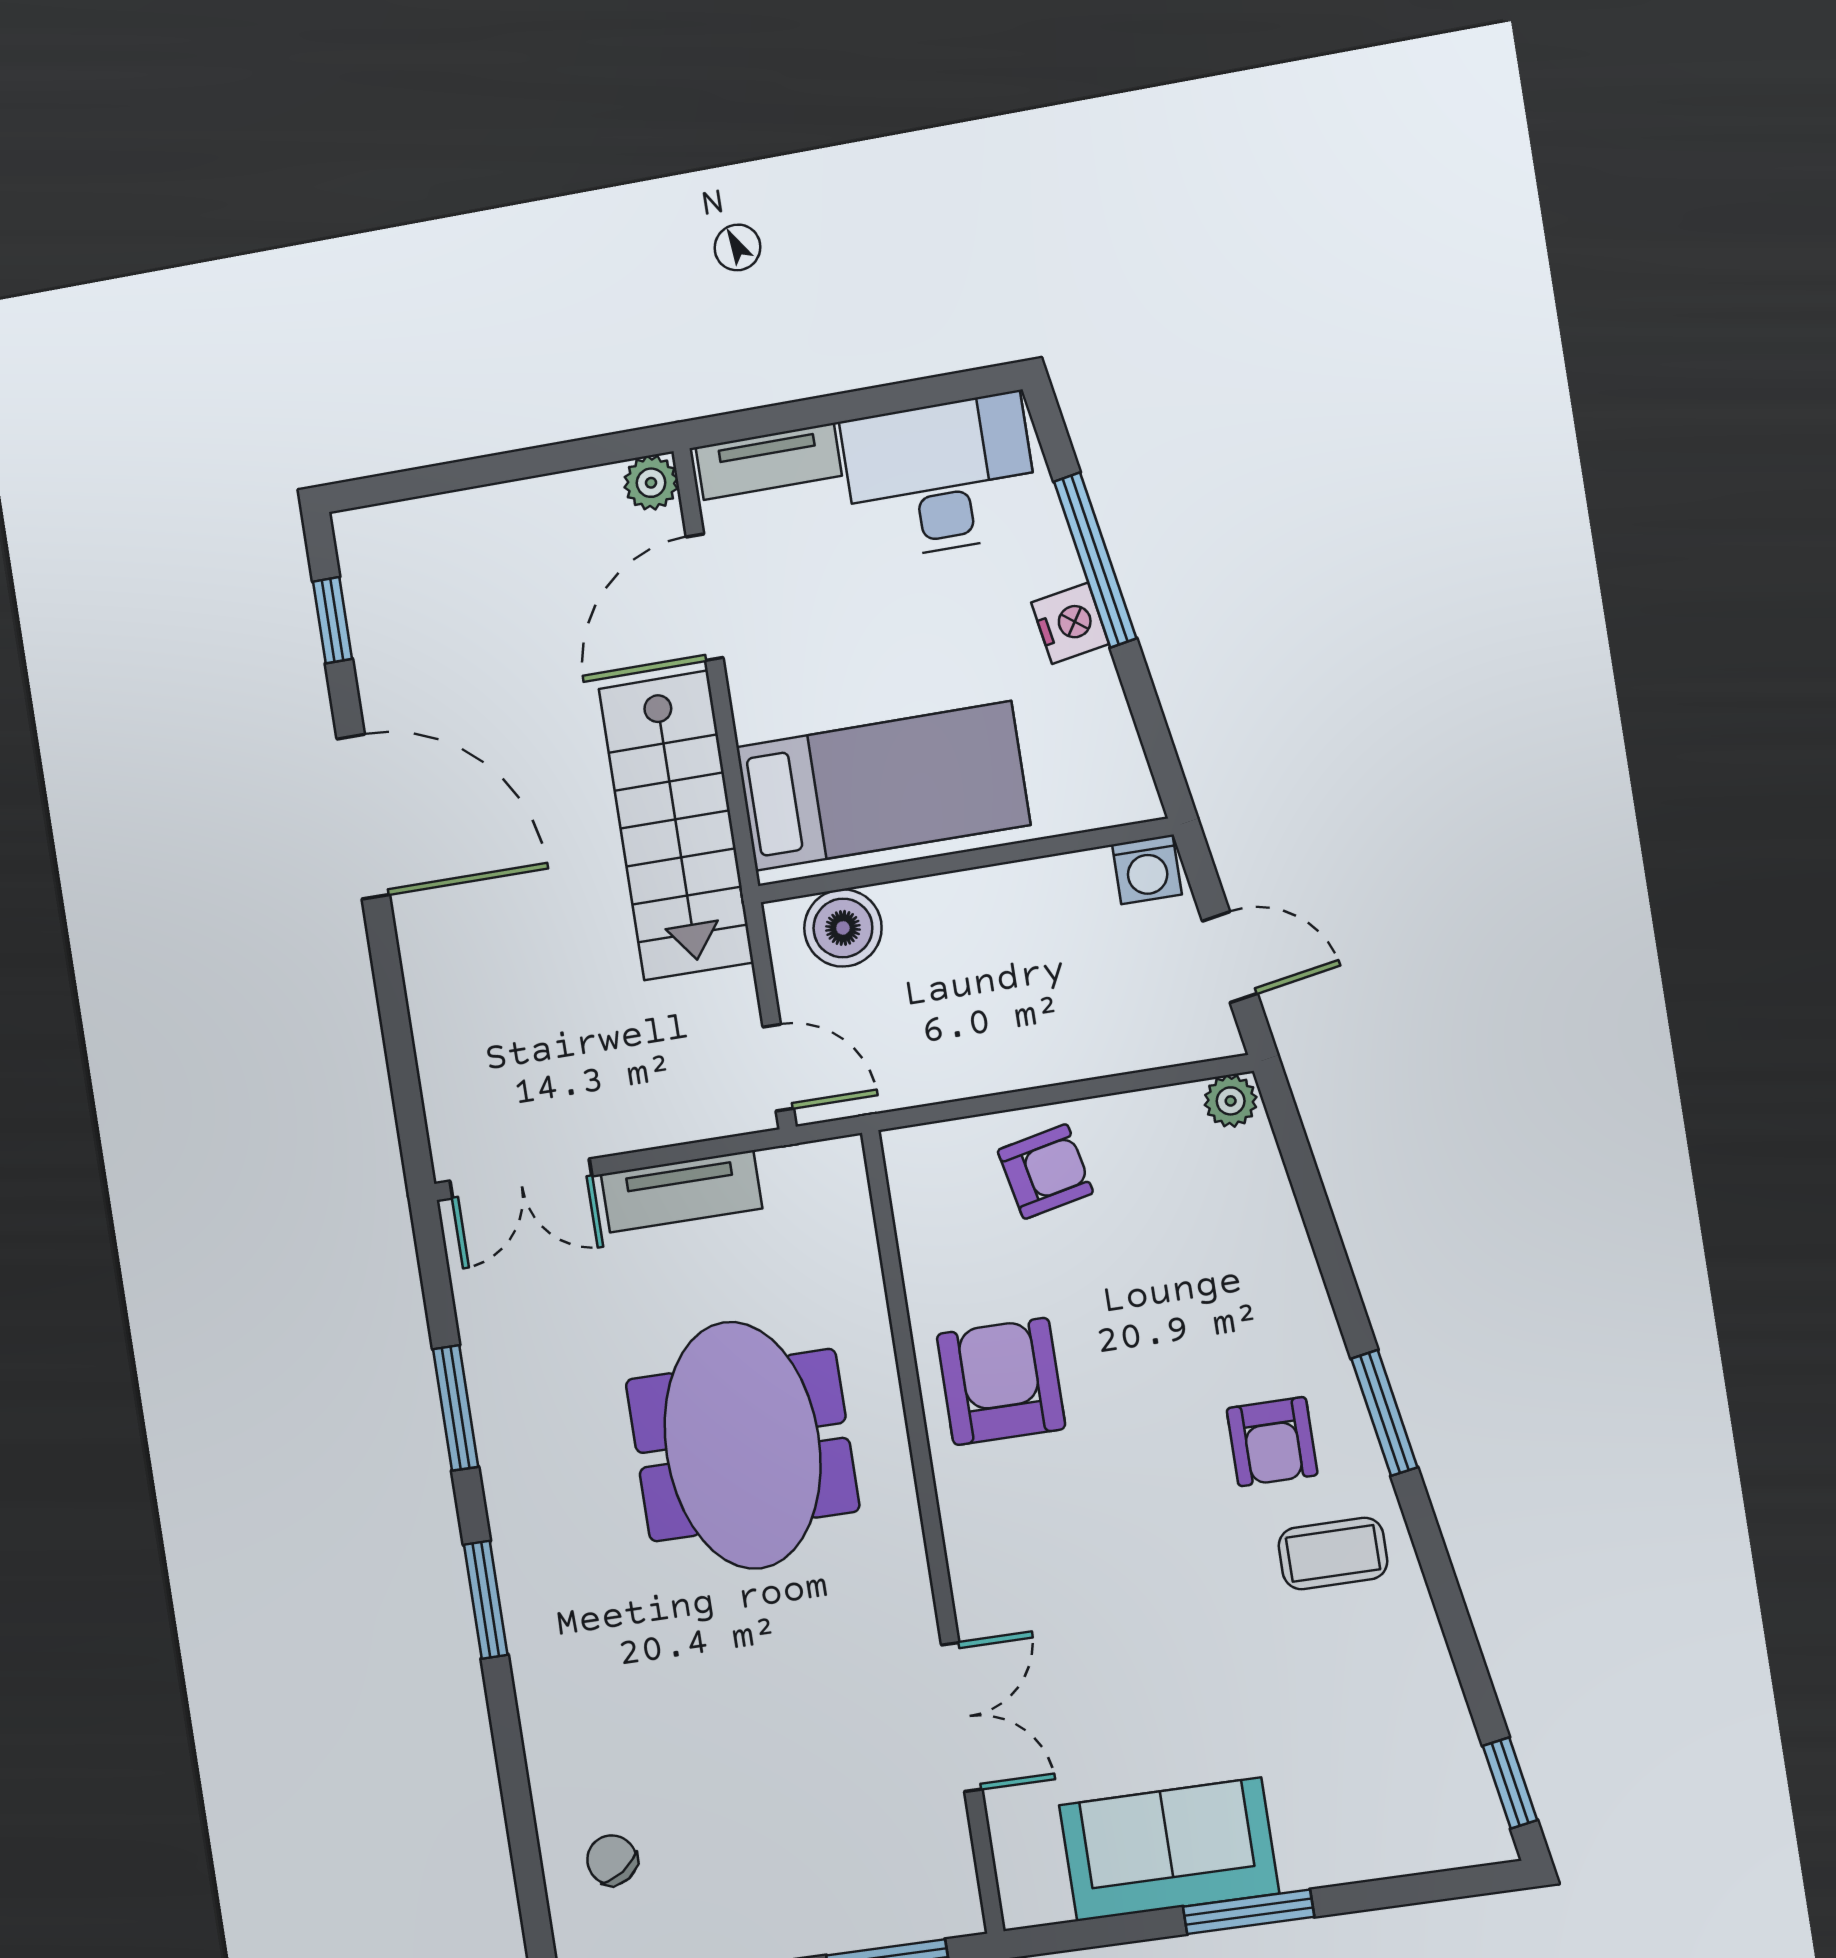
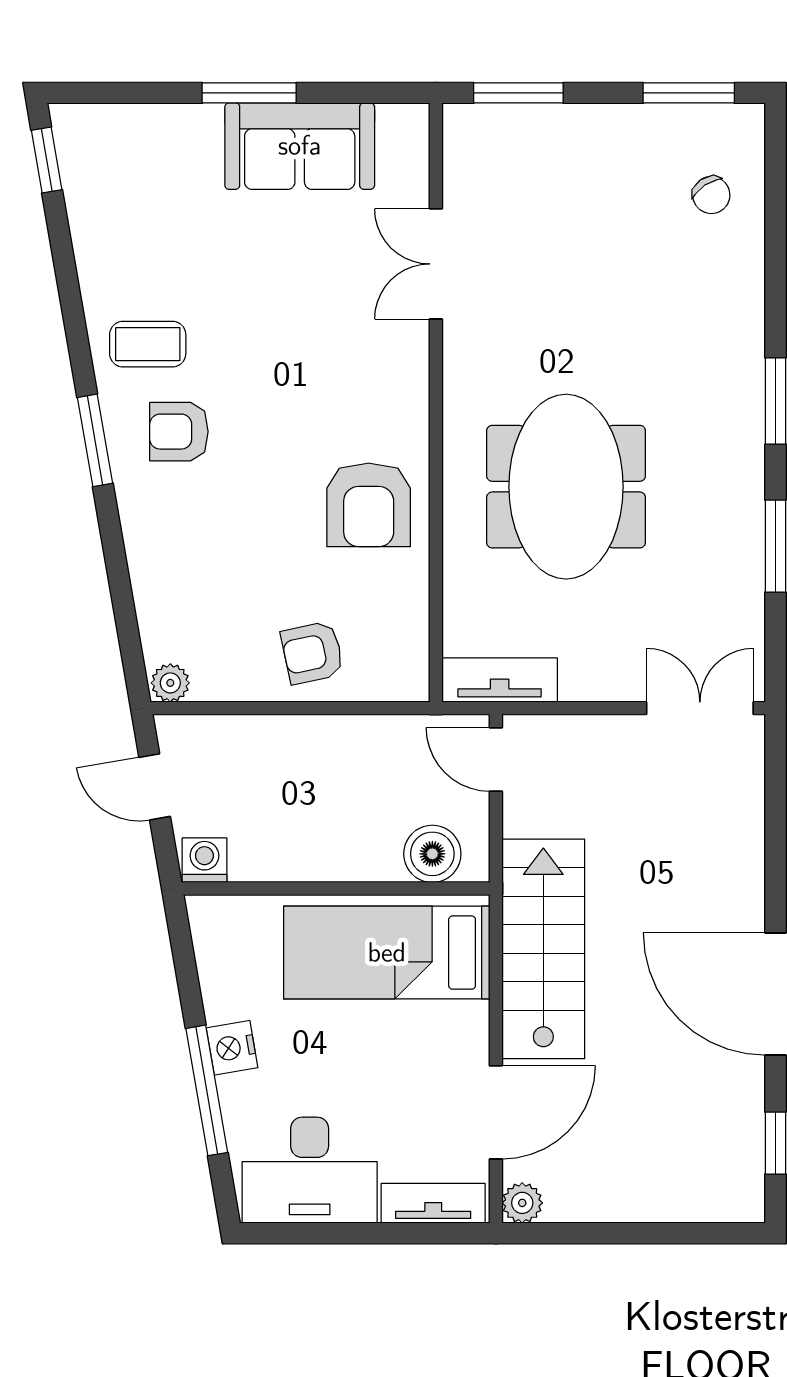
tv unit: (681, 1191) -> (500, 680), moved
armchair: (1272, 1442) -> (179, 432), turned -90

